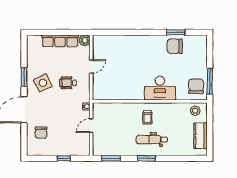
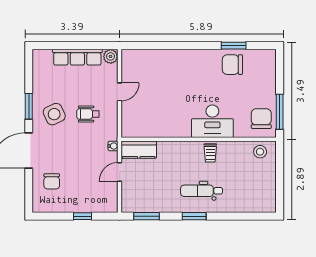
trolley: (147, 117) -> (210, 153), moved
kitchen counter: (201, 136) -> (139, 150), moved, turned -90

